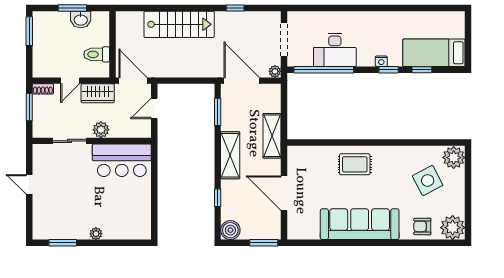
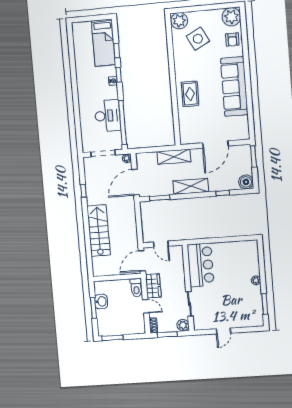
toilet: (97, 54) -> (136, 288), moved
plant: (101, 130) -> (183, 325), moved

